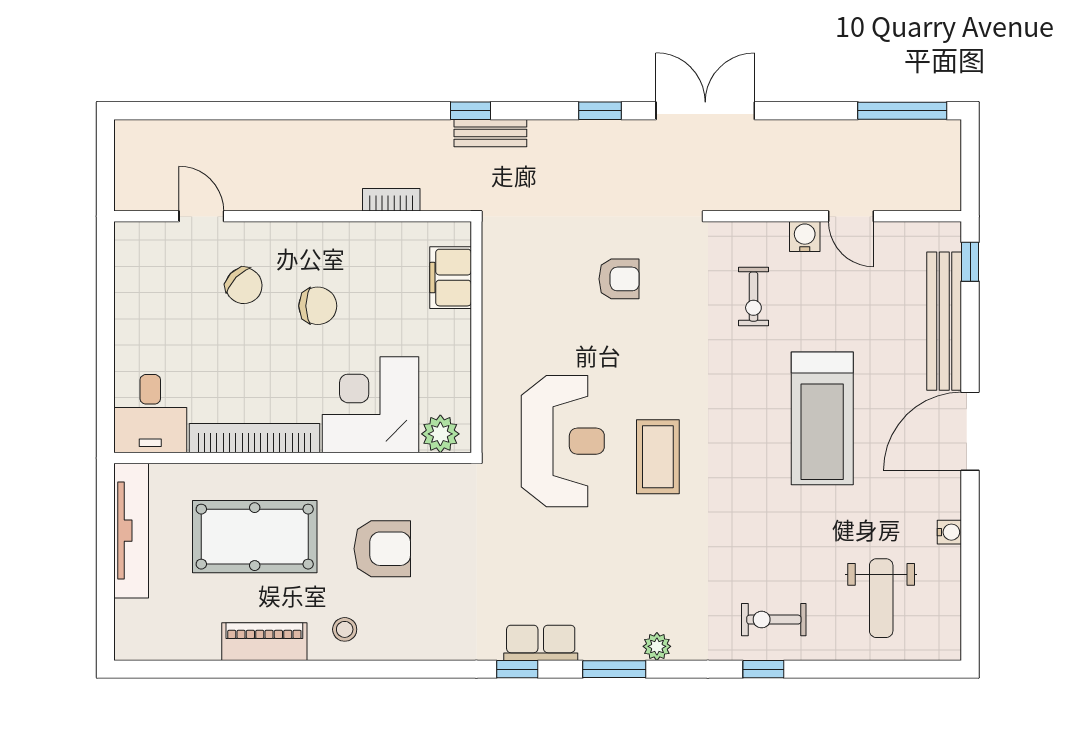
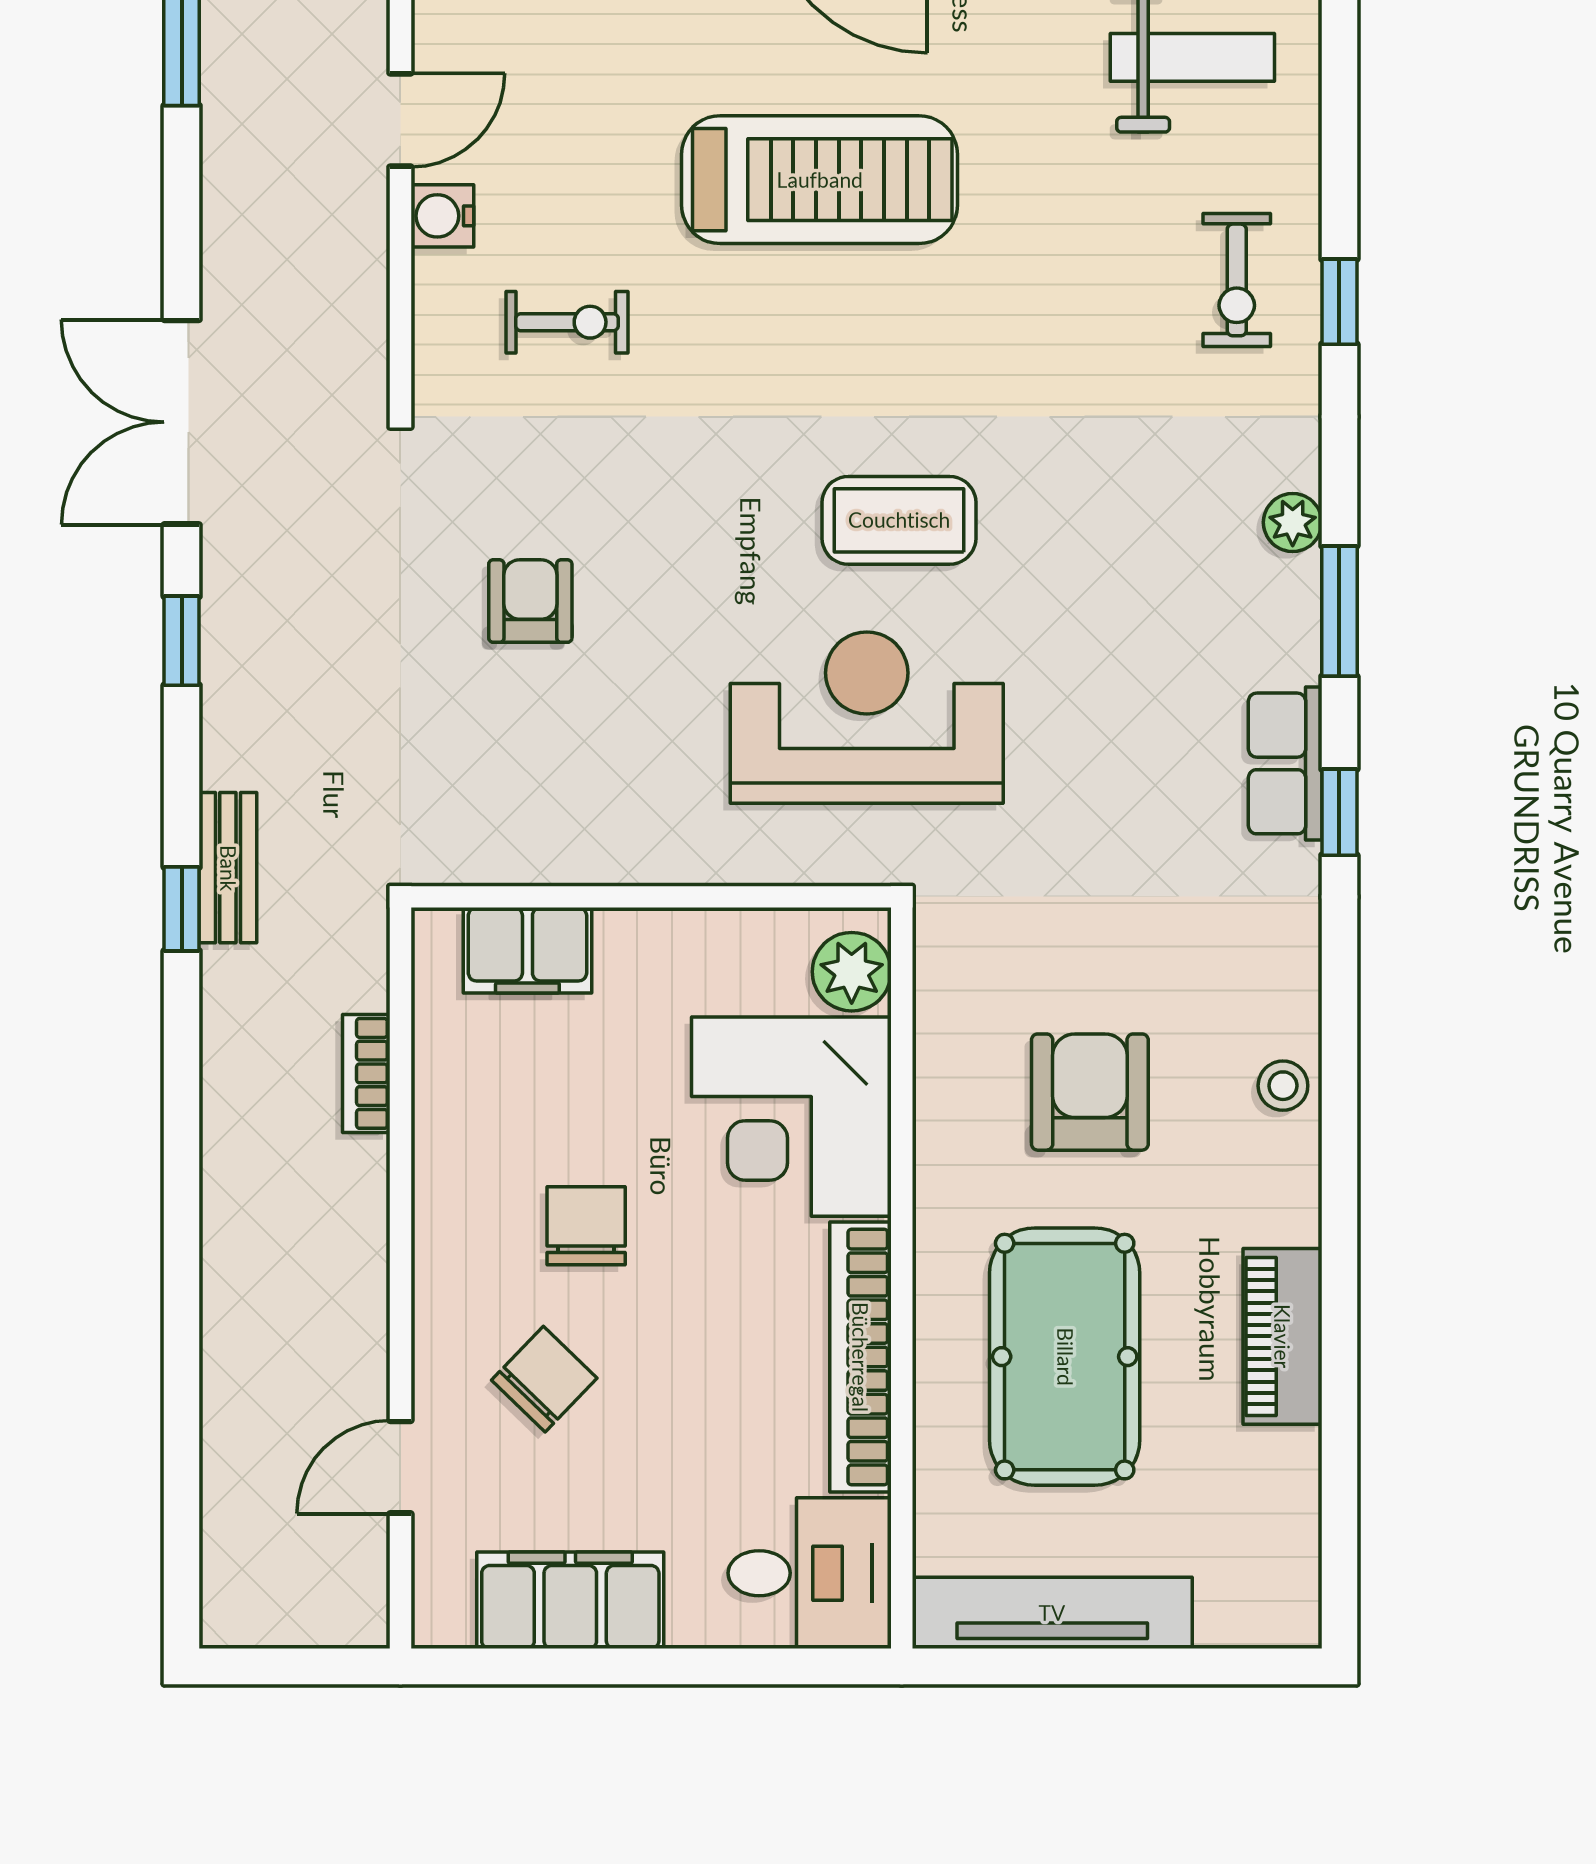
filing cabinet: (137, 298) -> (570, 1600), added
stool: (345, 629) -> (1283, 1086), moved

